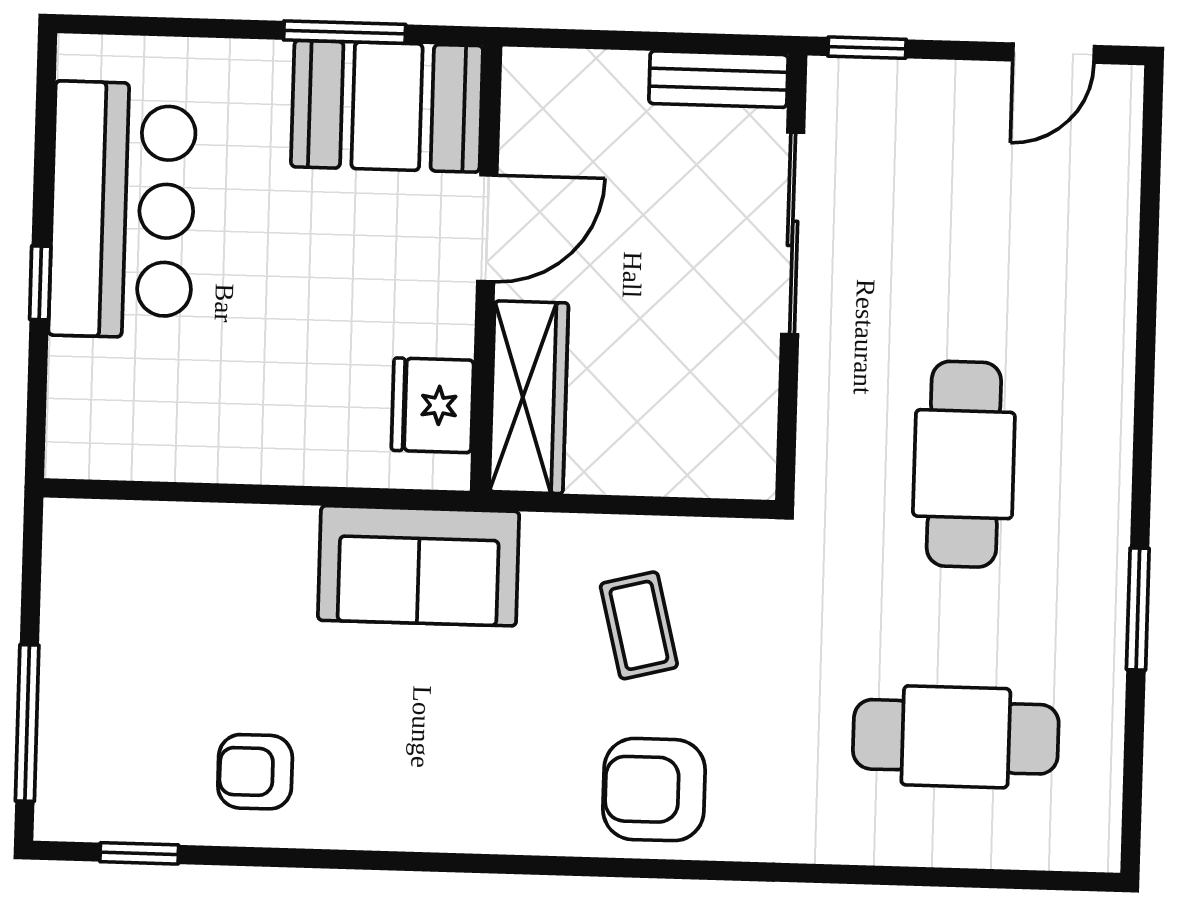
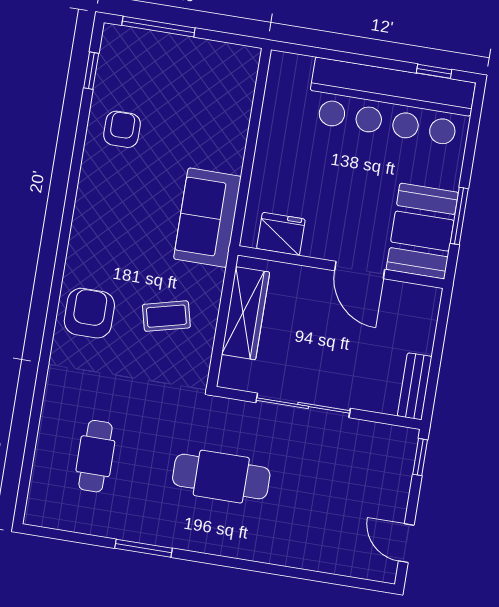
bar counter: (123, 210) -> (390, 102), width x1.36
sliding door: (793, 233) -> (303, 405), moved
window: (40, 283) -> (434, 71), moved
wardrobe: (529, 397) -> (246, 313), moved, turned -90
cafe table: (956, 737) -> (95, 456), width x0.73, depth x0.74

